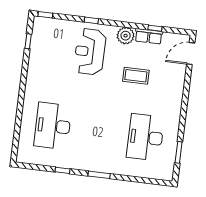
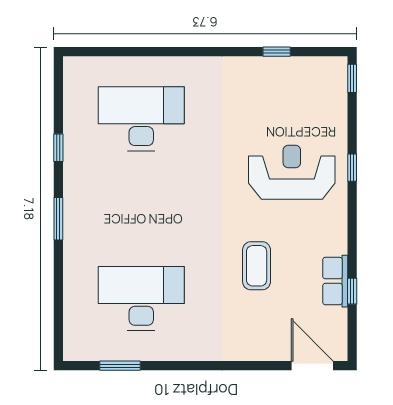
plant: (126, 36) -> (331, 237), removed
window: (28, 41) -> (277, 52), moved

